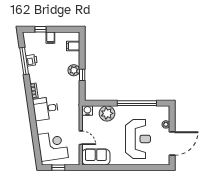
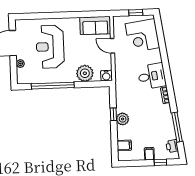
printer: (32, 60) -> (172, 146), moved

